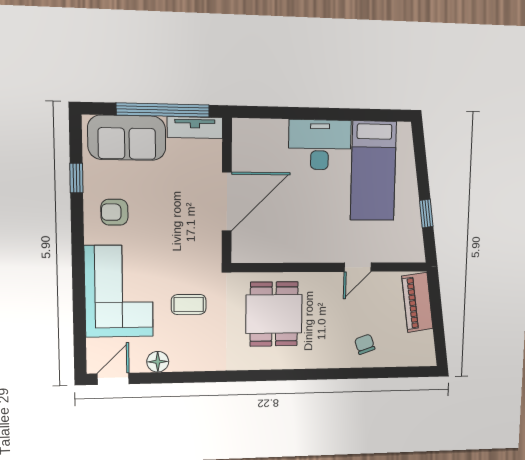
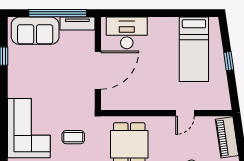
desk: (320, 145) -> (127, 33), moved
armchair: (114, 212) -> (27, 77), removed
window: (426, 213) -> (229, 61), moved

